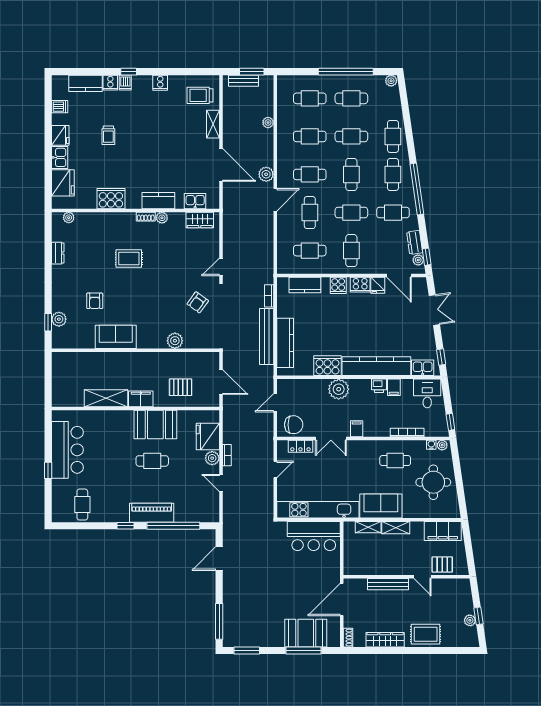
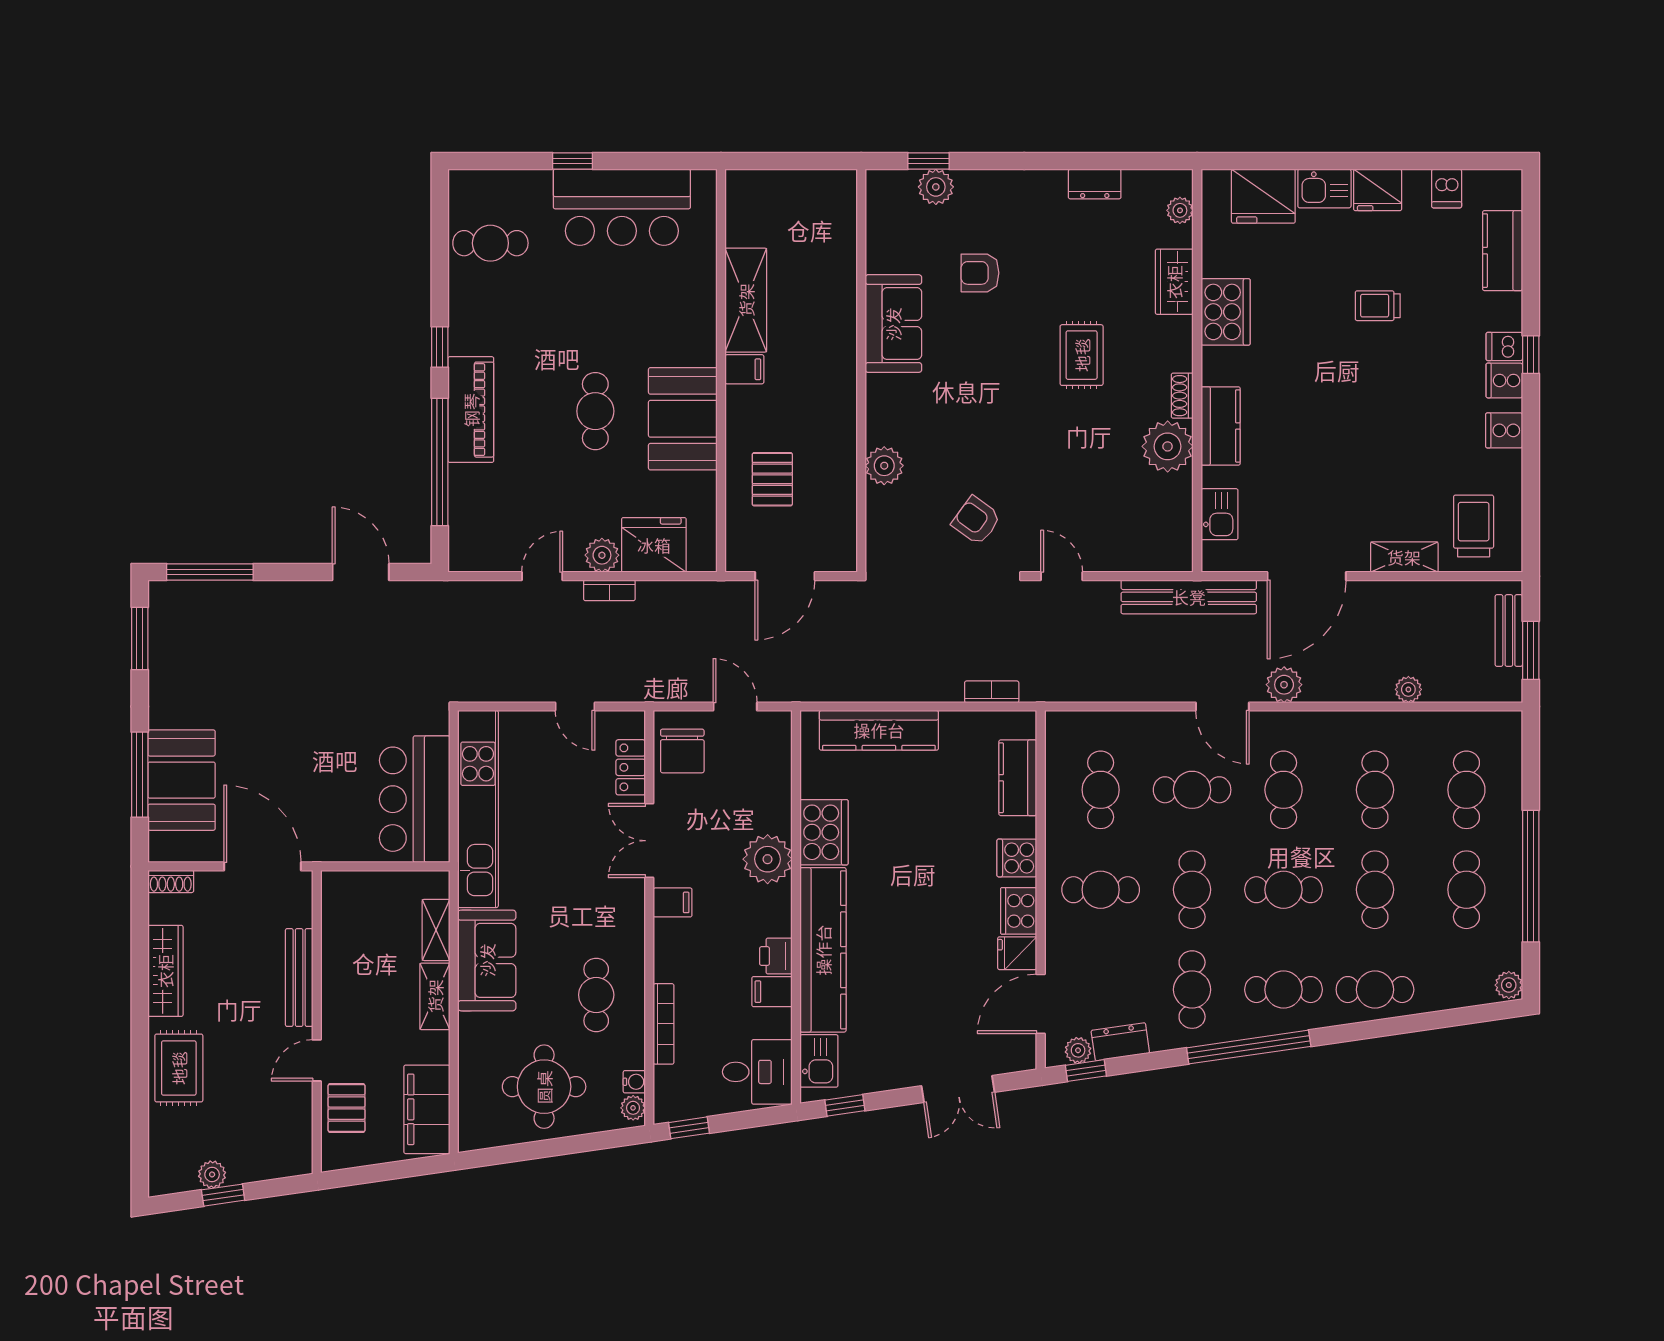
cooker: (110, 83) -> (1504, 380), moved
plant: (162, 218) -> (1168, 446), width x1.88, depth x1.88
wardrobe: (200, 220) -> (1174, 282), moved
bench: (267, 336) -> (1189, 597), moved
filing cabinet: (141, 399) -> (744, 369), width x0.50

